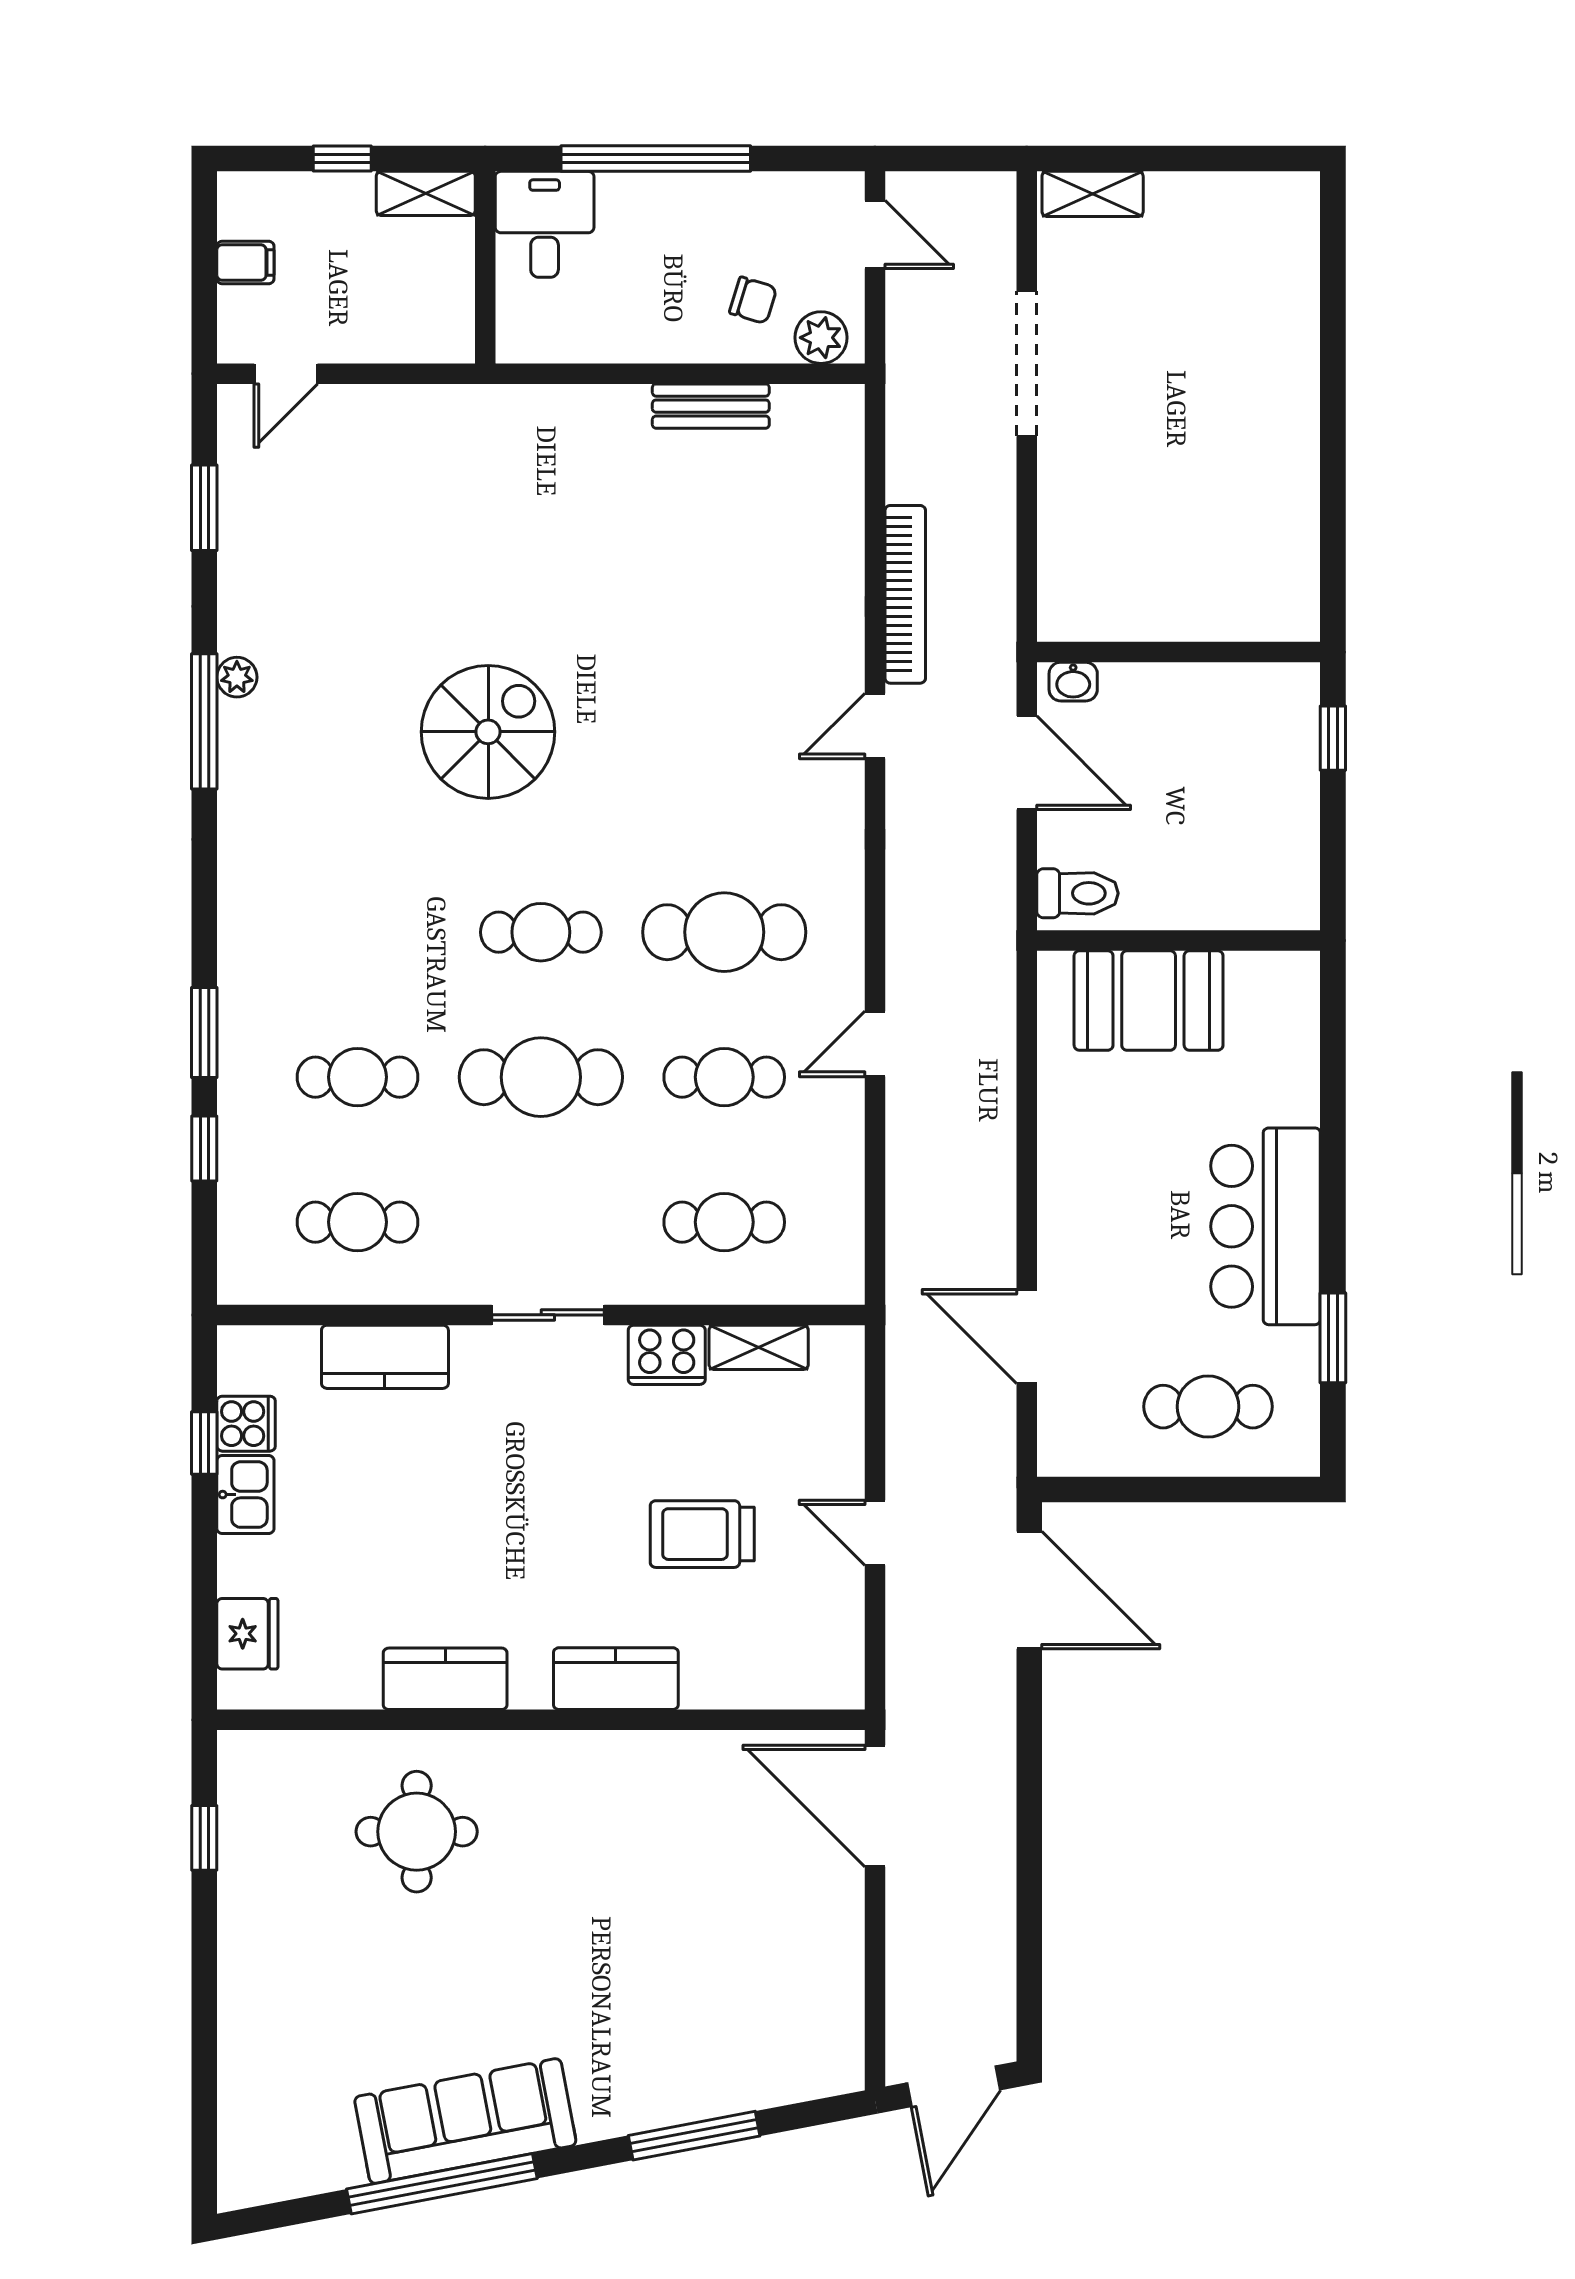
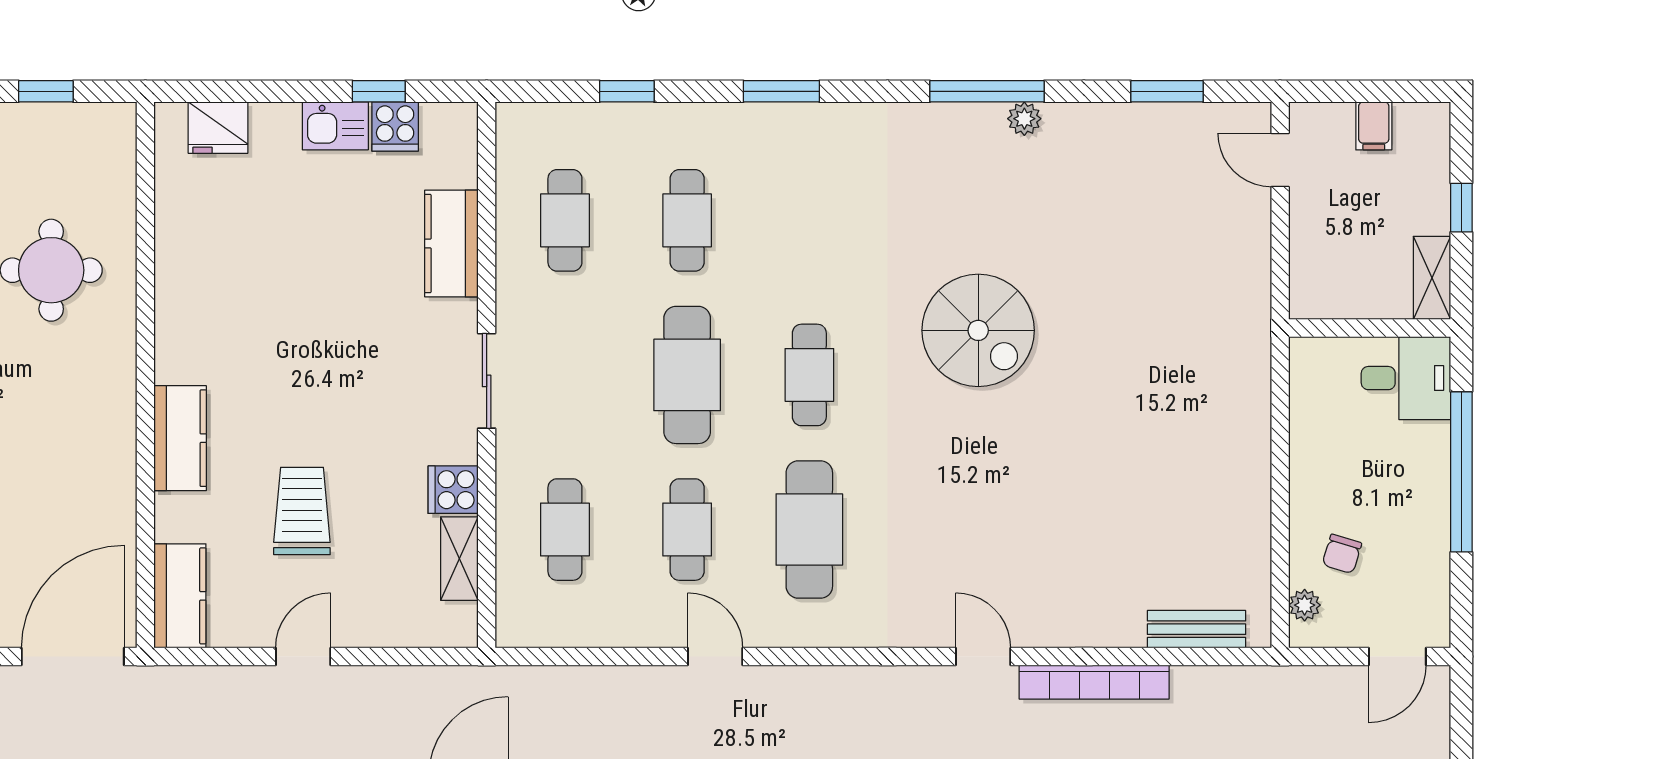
plant: (821, 338) -> (1305, 605), width x0.73, depth x0.73
bench: (711, 406) -> (1197, 629), moved, turned 90
window: (204, 1033) -> (781, 91), moved
cooker: (667, 1355) -> (453, 490), width x0.73
kitchen counter: (445, 1679) -> (180, 596), moved

